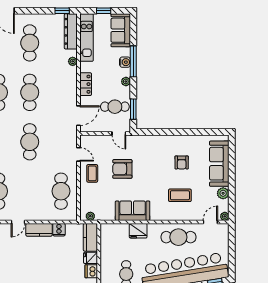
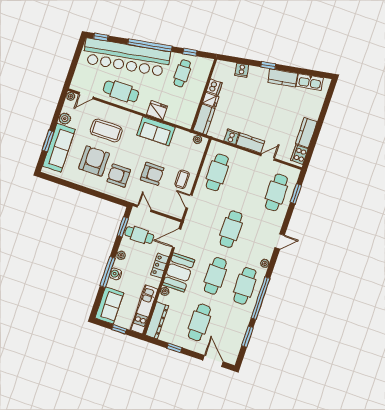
window: (62, 11) -> (174, 348), moved
booth: (66, 84) -> (179, 272), added
armchair: (154, 157) -> (119, 176), added
armchair: (182, 162) -> (94, 161), width x1.88, depth x1.88
window: (232, 167) -> (48, 141), added
coffee table: (180, 195) -> (106, 131), width x1.36, depth x1.32

